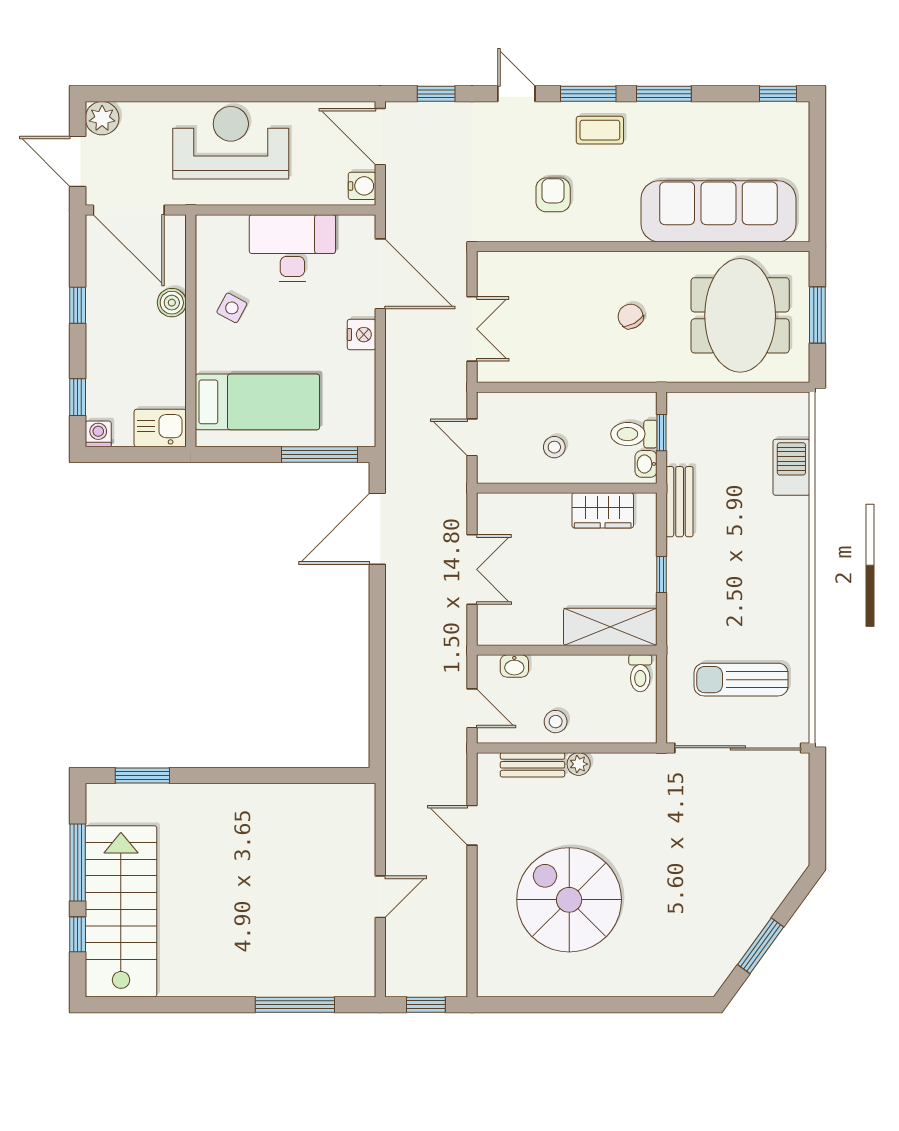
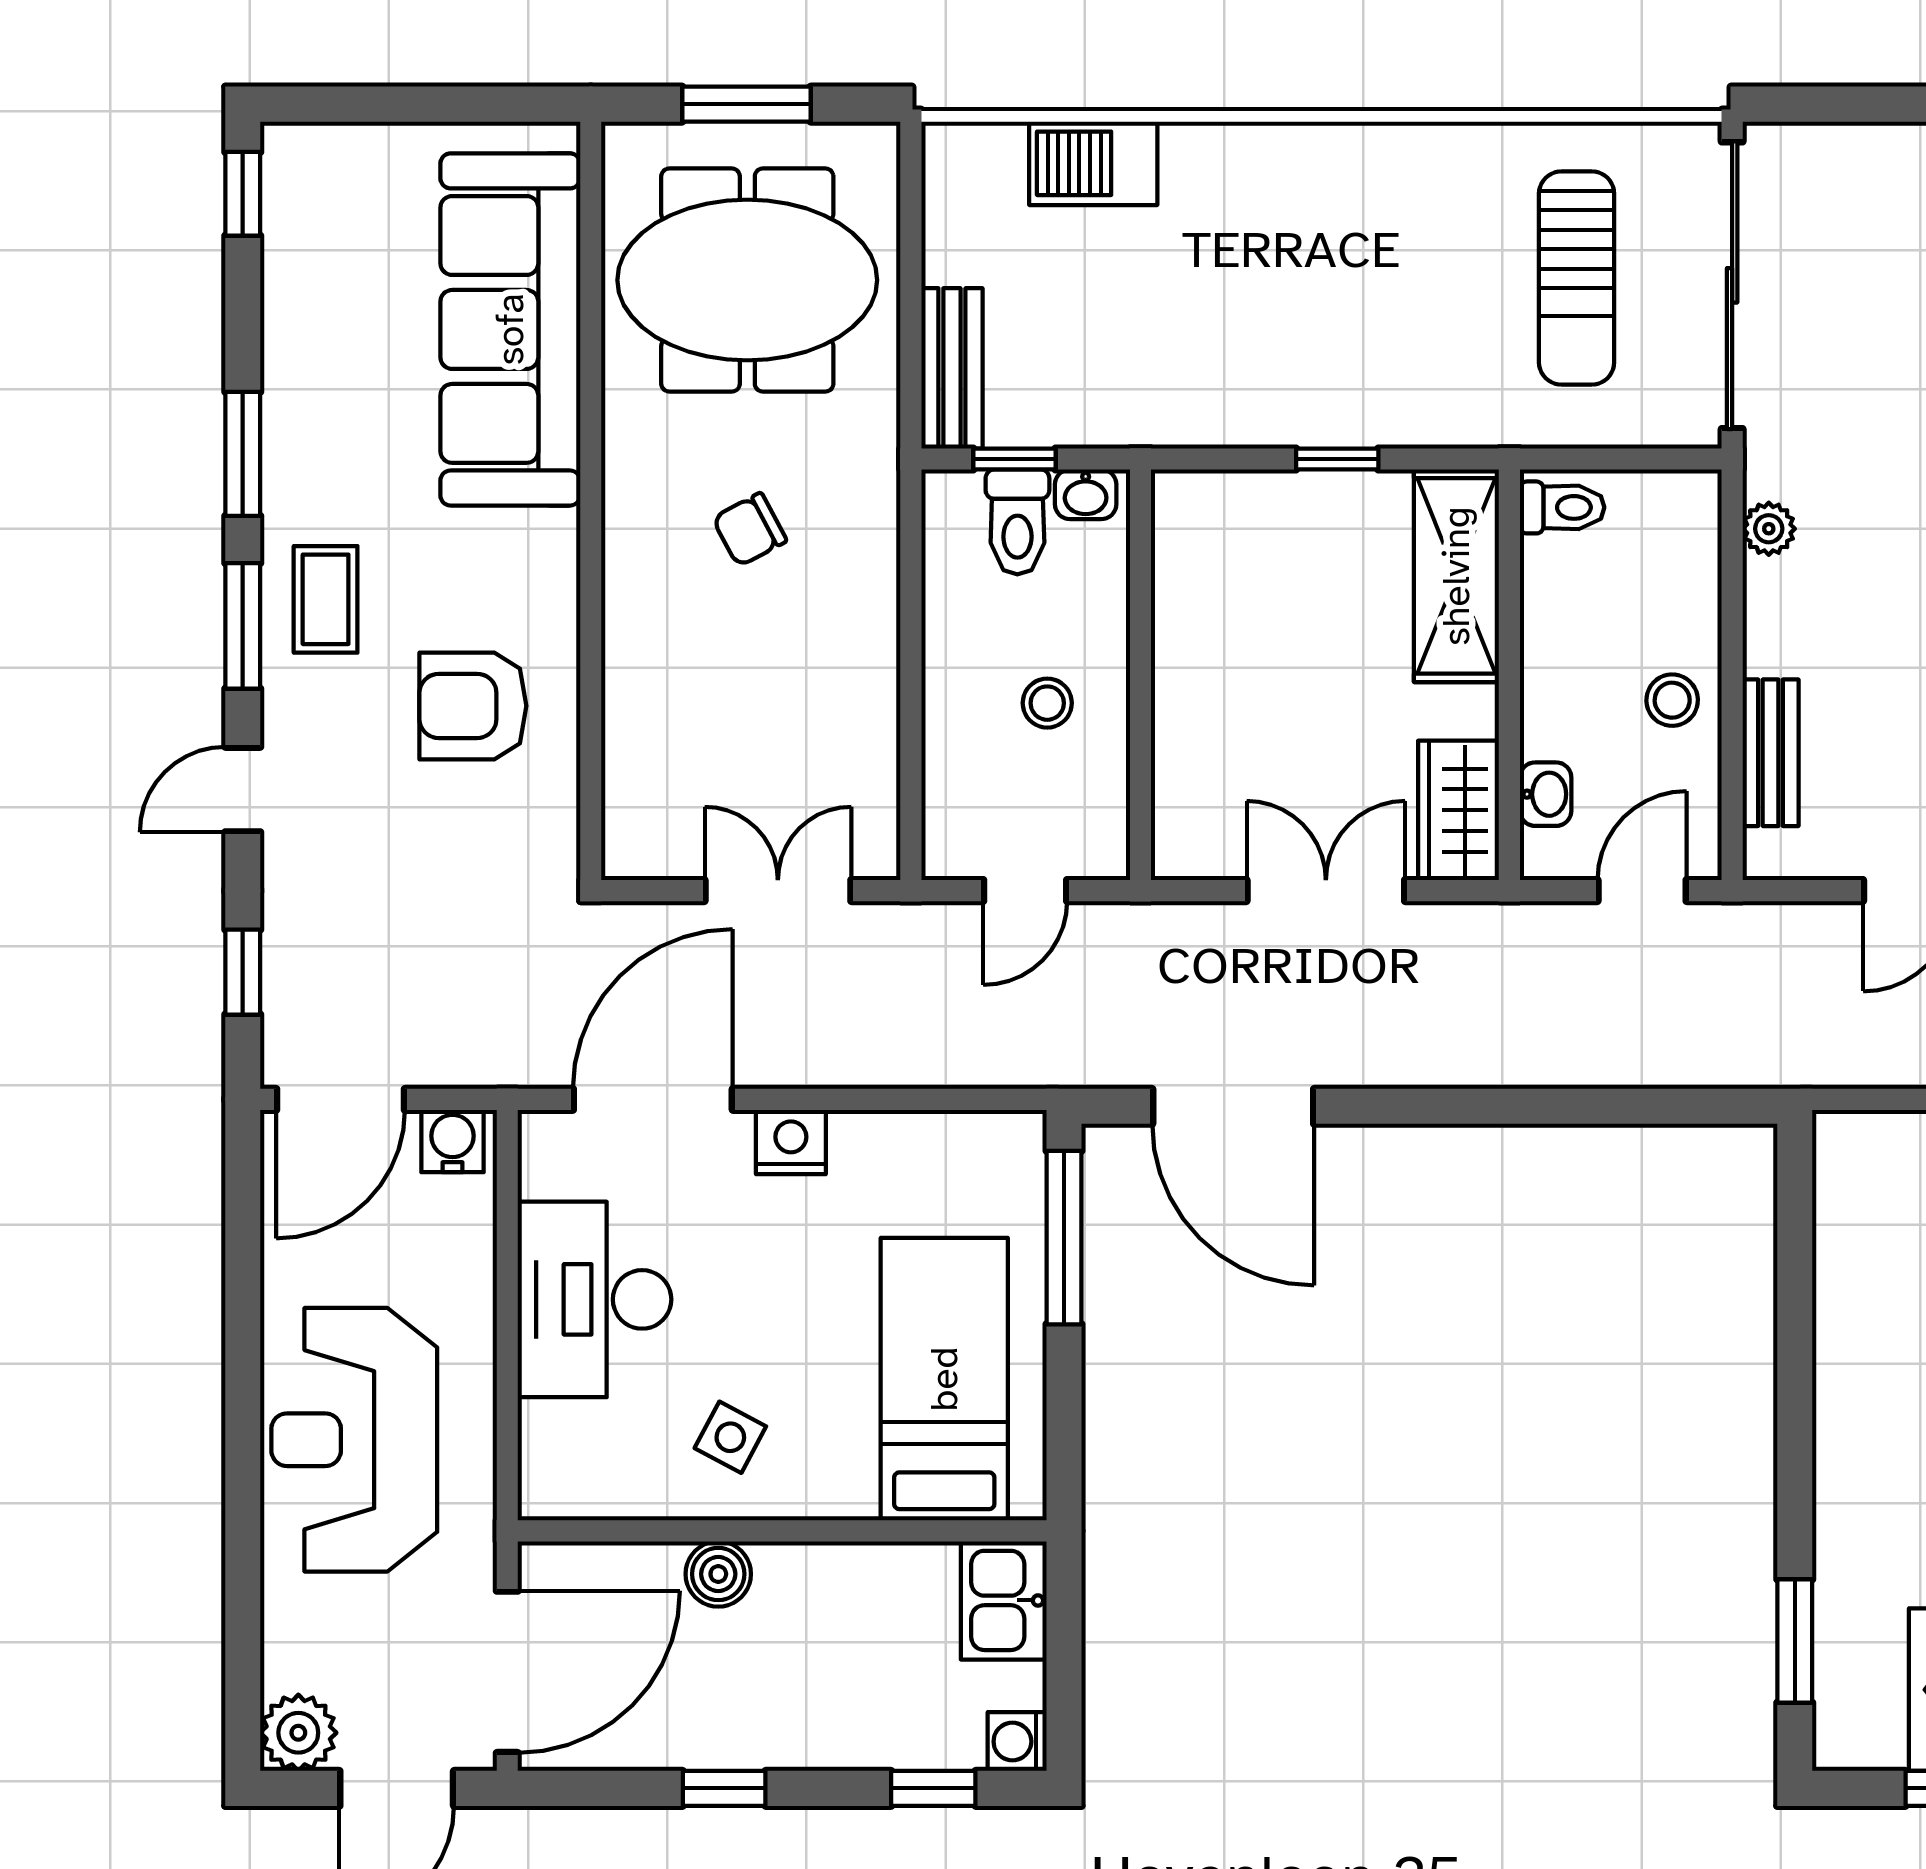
armchair: (553, 195) -> (473, 706), width x1.38, depth x1.38
bench: (680, 502) -> (952, 368), moved, turned 90
wardrobe: (603, 510) -> (1459, 810), moved, turned 180
plant: (579, 764) -> (1769, 529), moved

